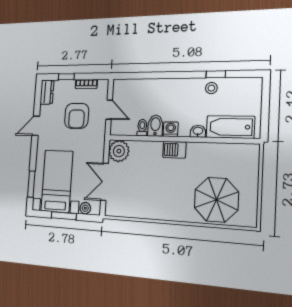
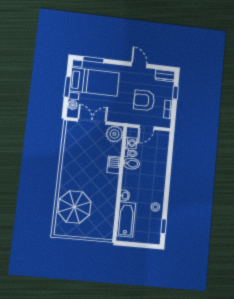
window: (216, 74) -> (164, 226), moved
washing machine: (171, 129) -> (131, 143), moved
barbecue: (174, 150) -> (114, 165), moved

